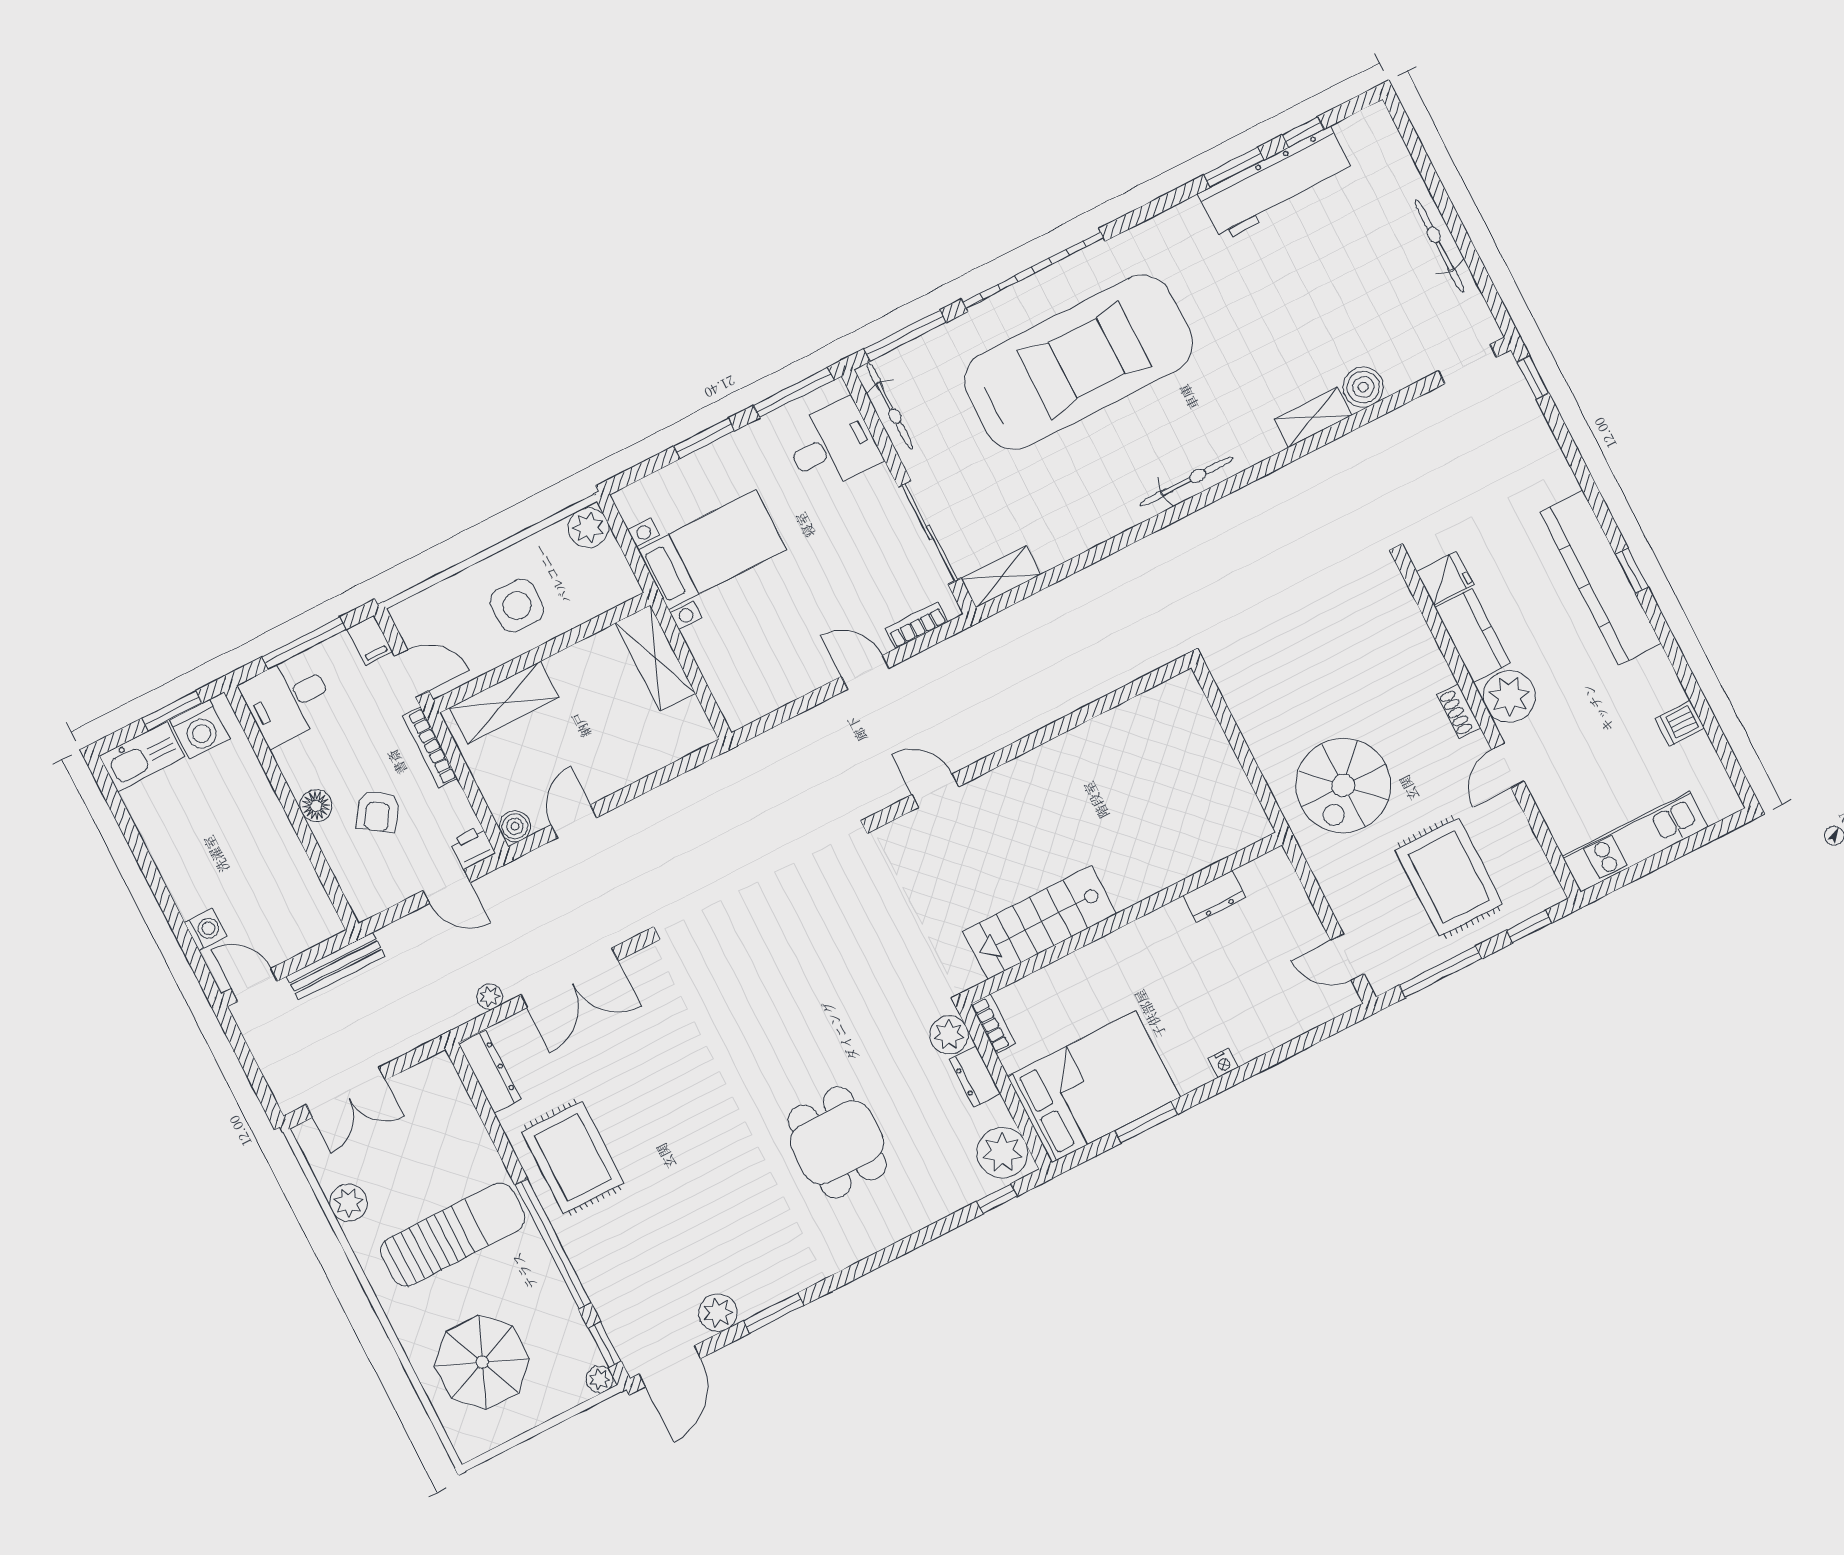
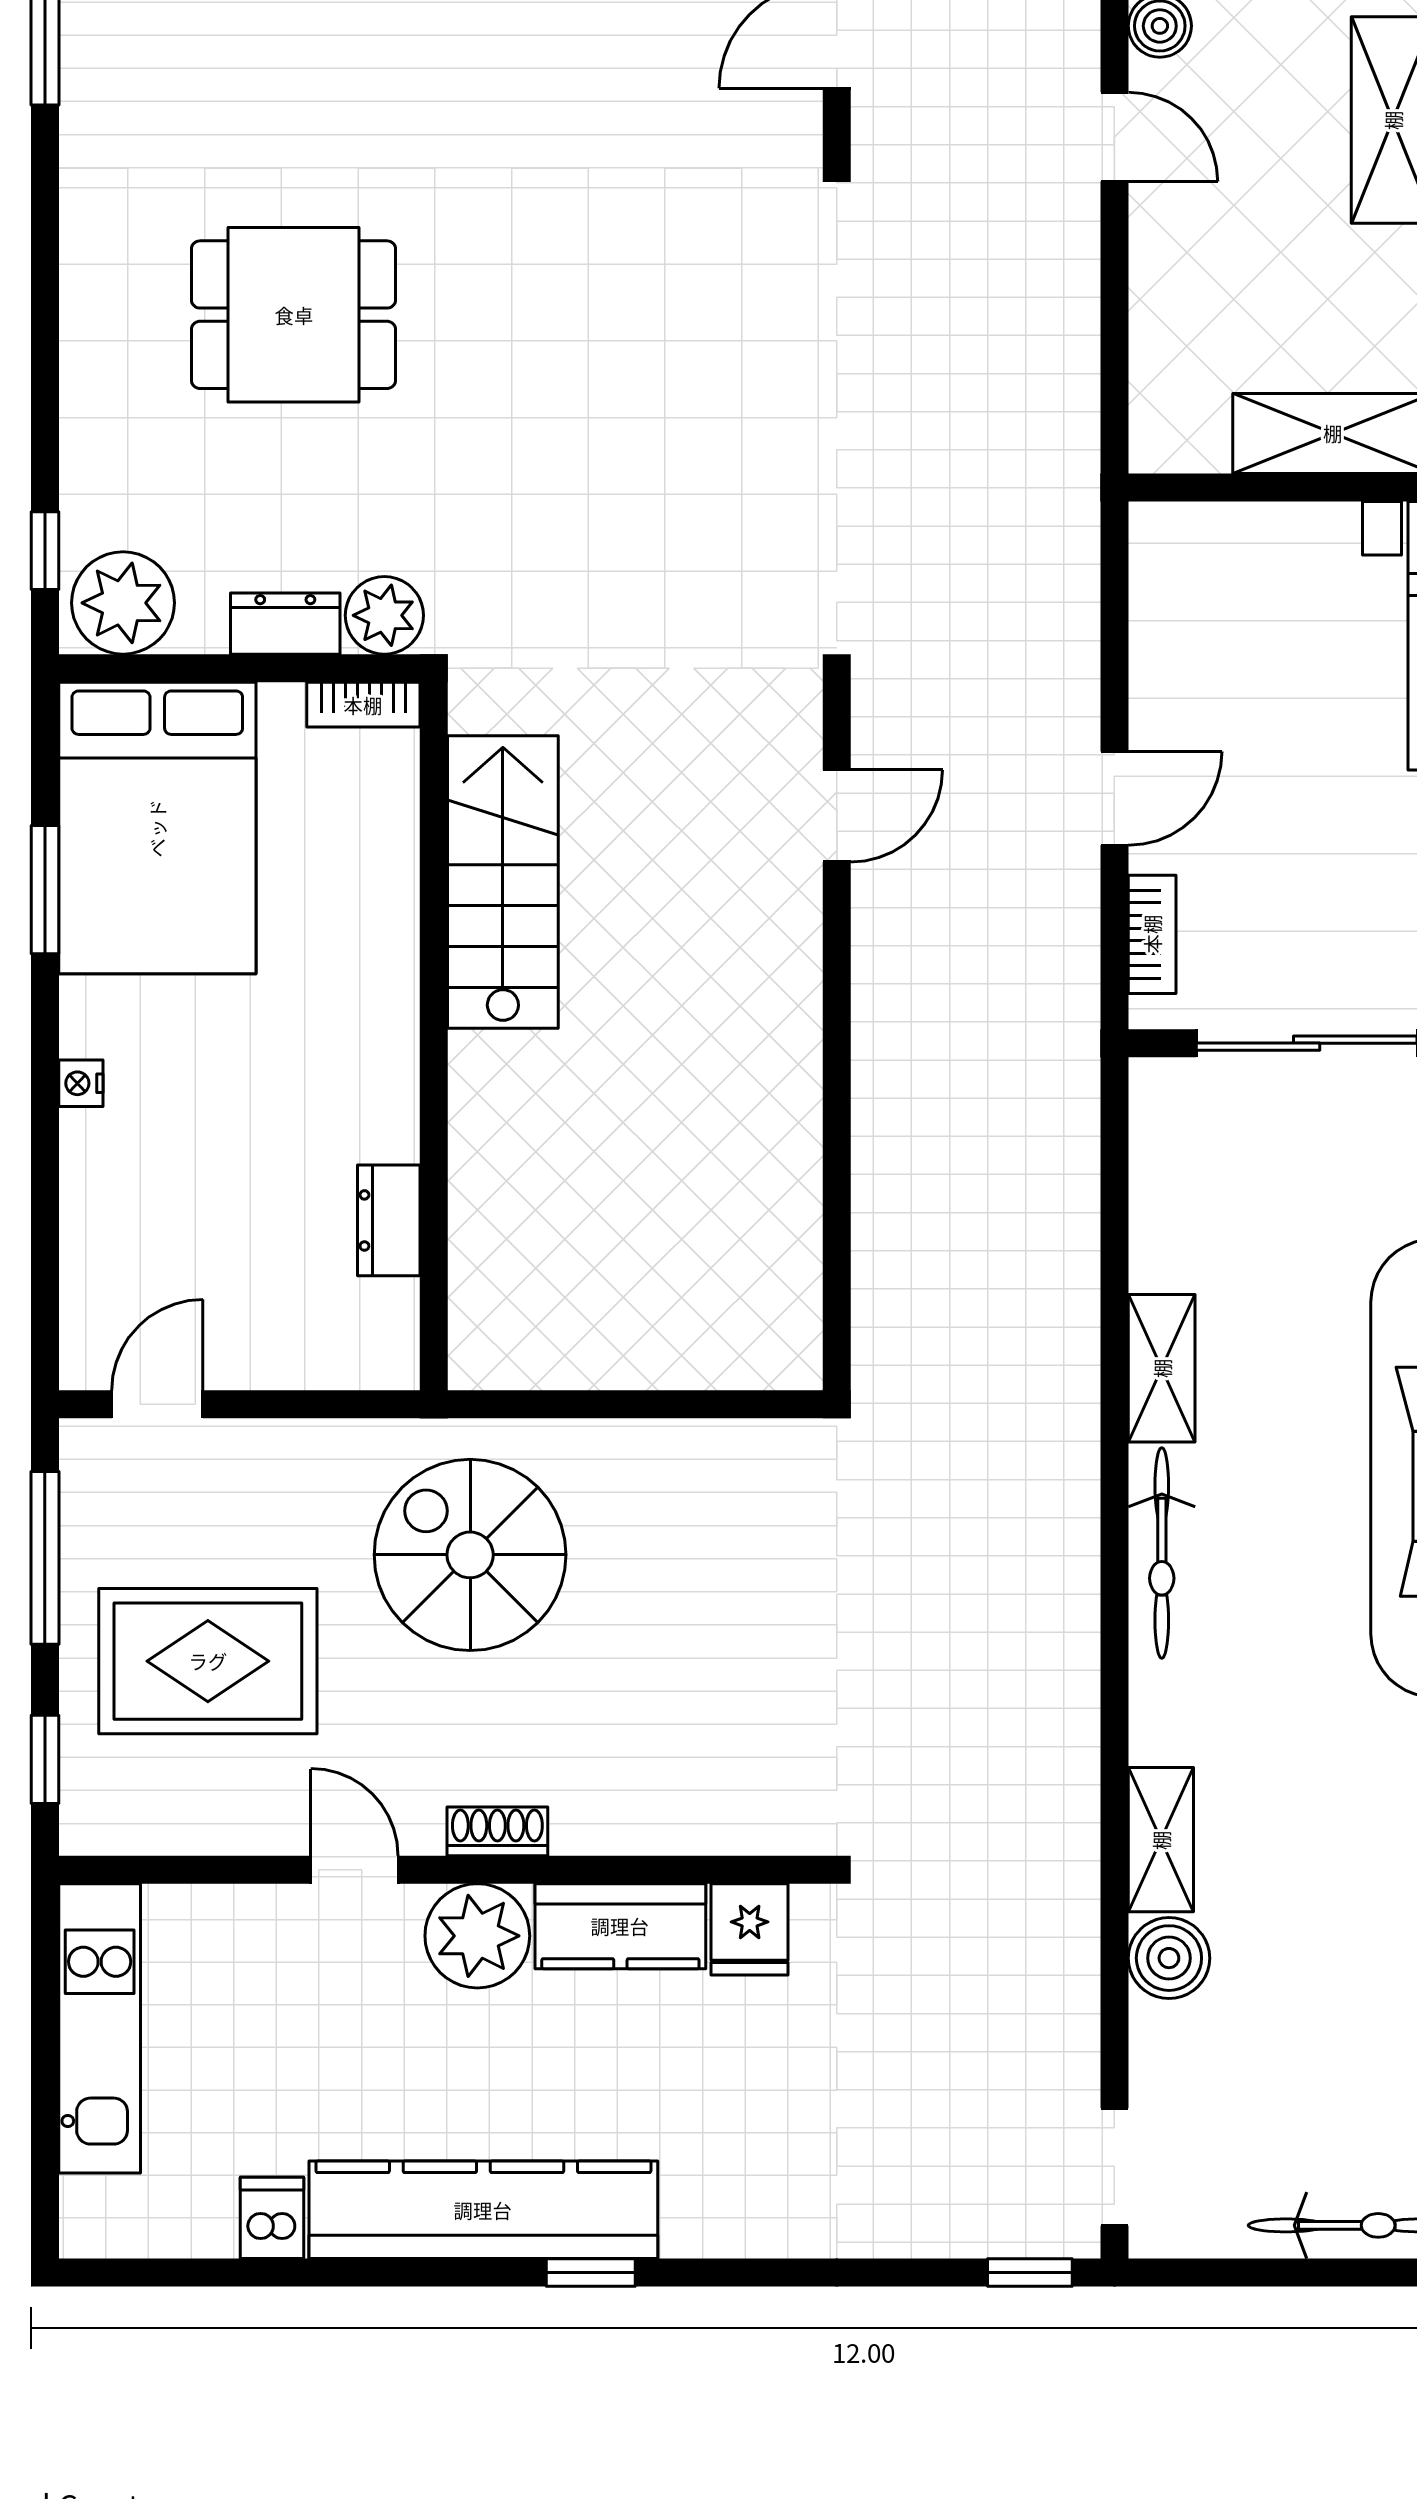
shelving: (1001, 577) -> (1162, 1368), moved
kitchen counter: (1601, 578) -> (483, 2210), moved

